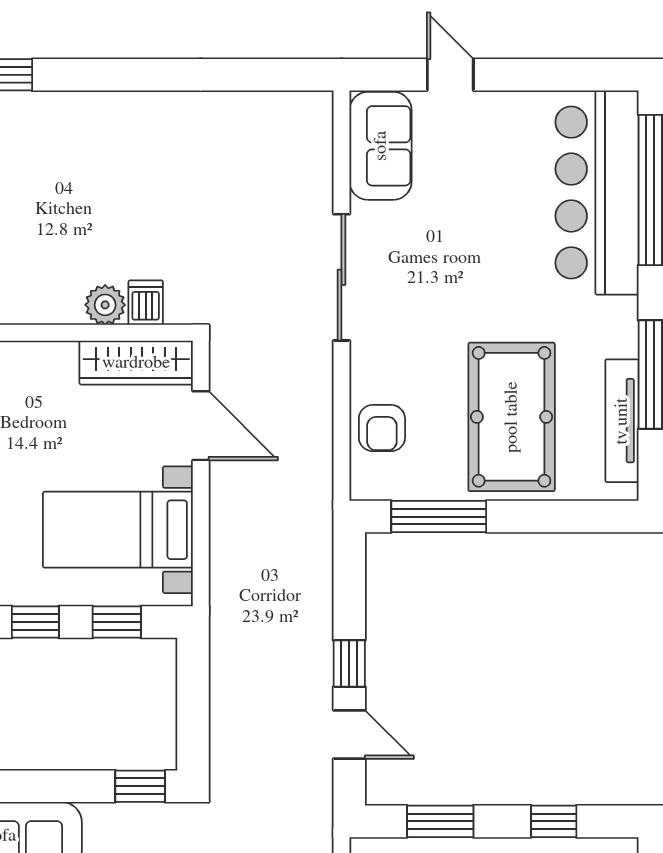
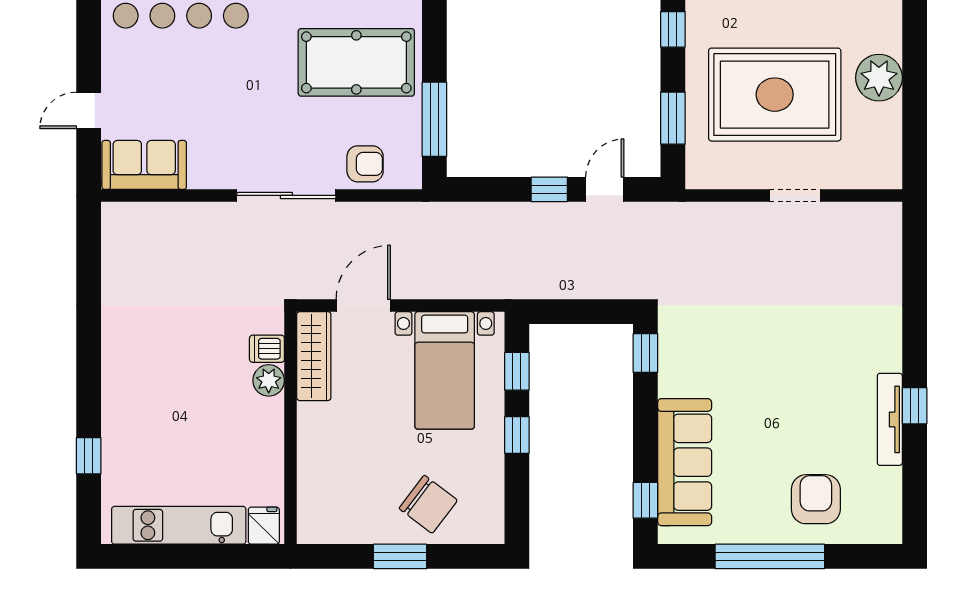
sliding door: (341, 277) -> (286, 195), moved

